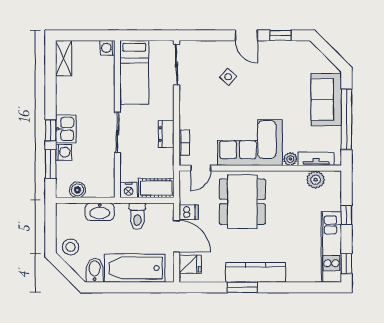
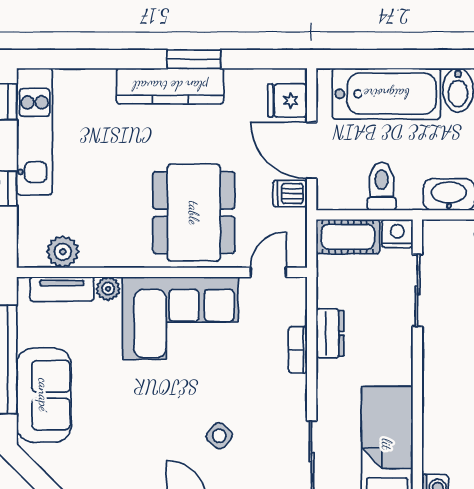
sliding door: (117, 133) -> (417, 290), moved
bookcase: (184, 143) -> (298, 350), moved

